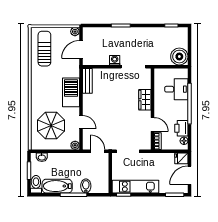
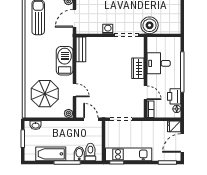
boiler: (179, 57) -> (150, 25), moved
desk: (176, 89) -> (159, 63), moved, turned 180
toilet: (36, 184) -> (90, 152), moved

